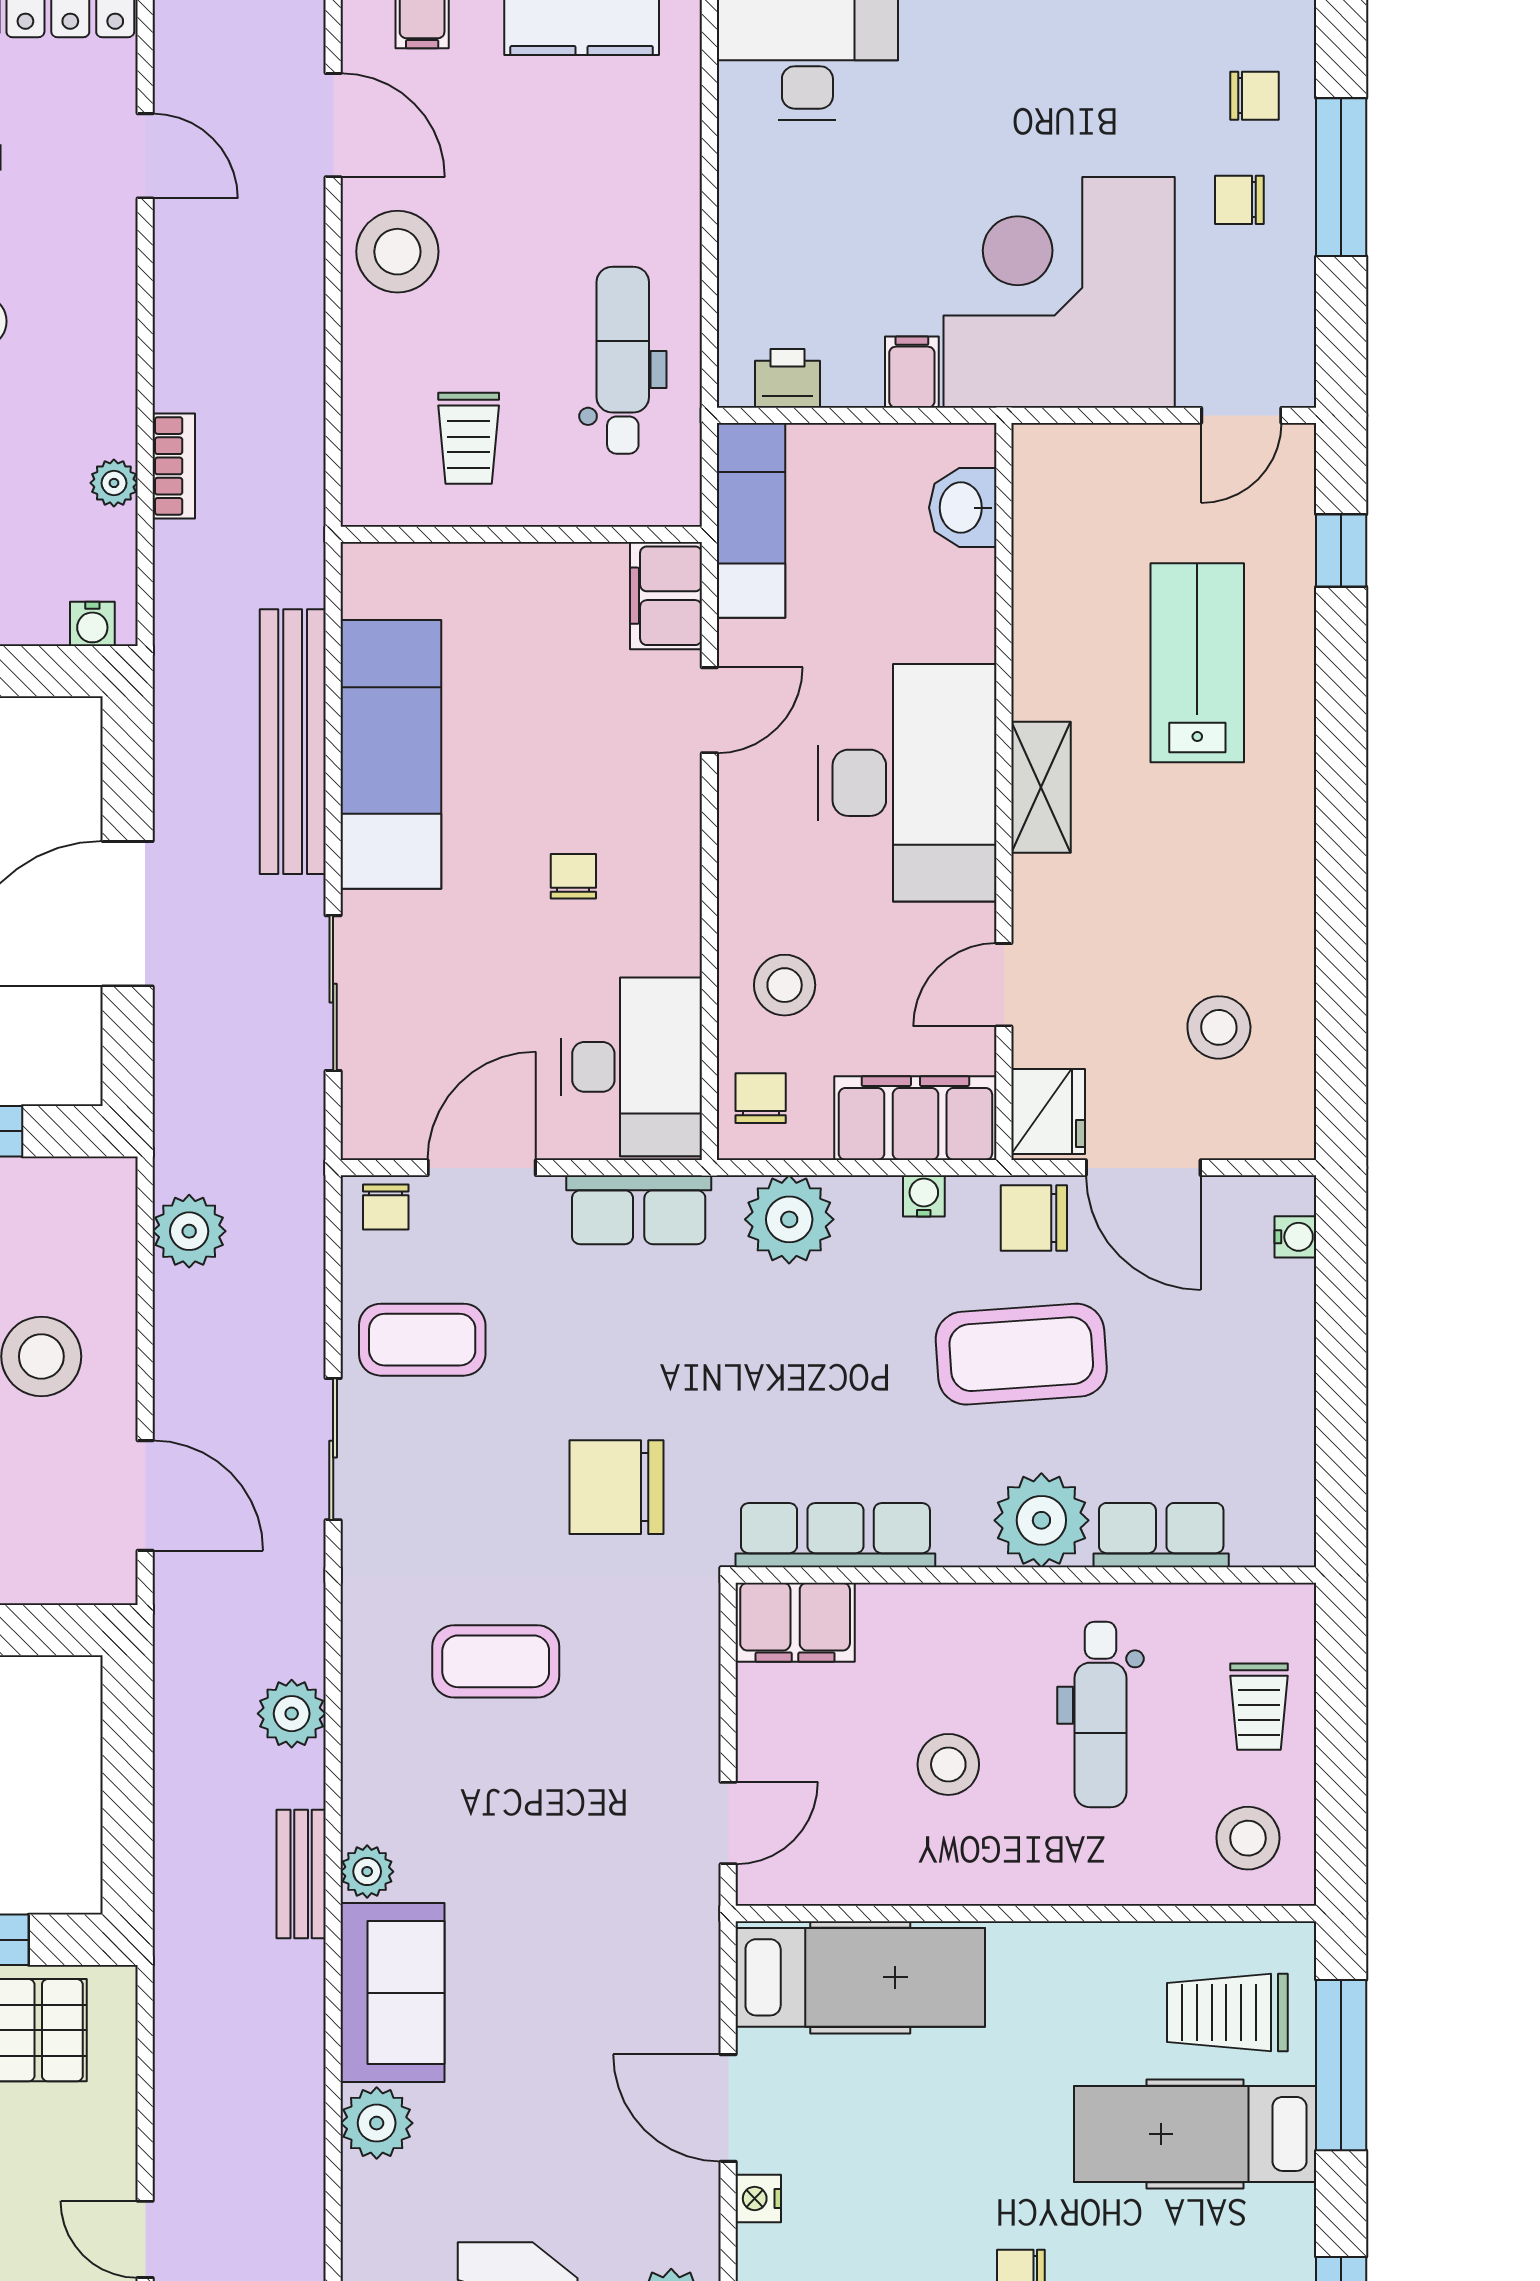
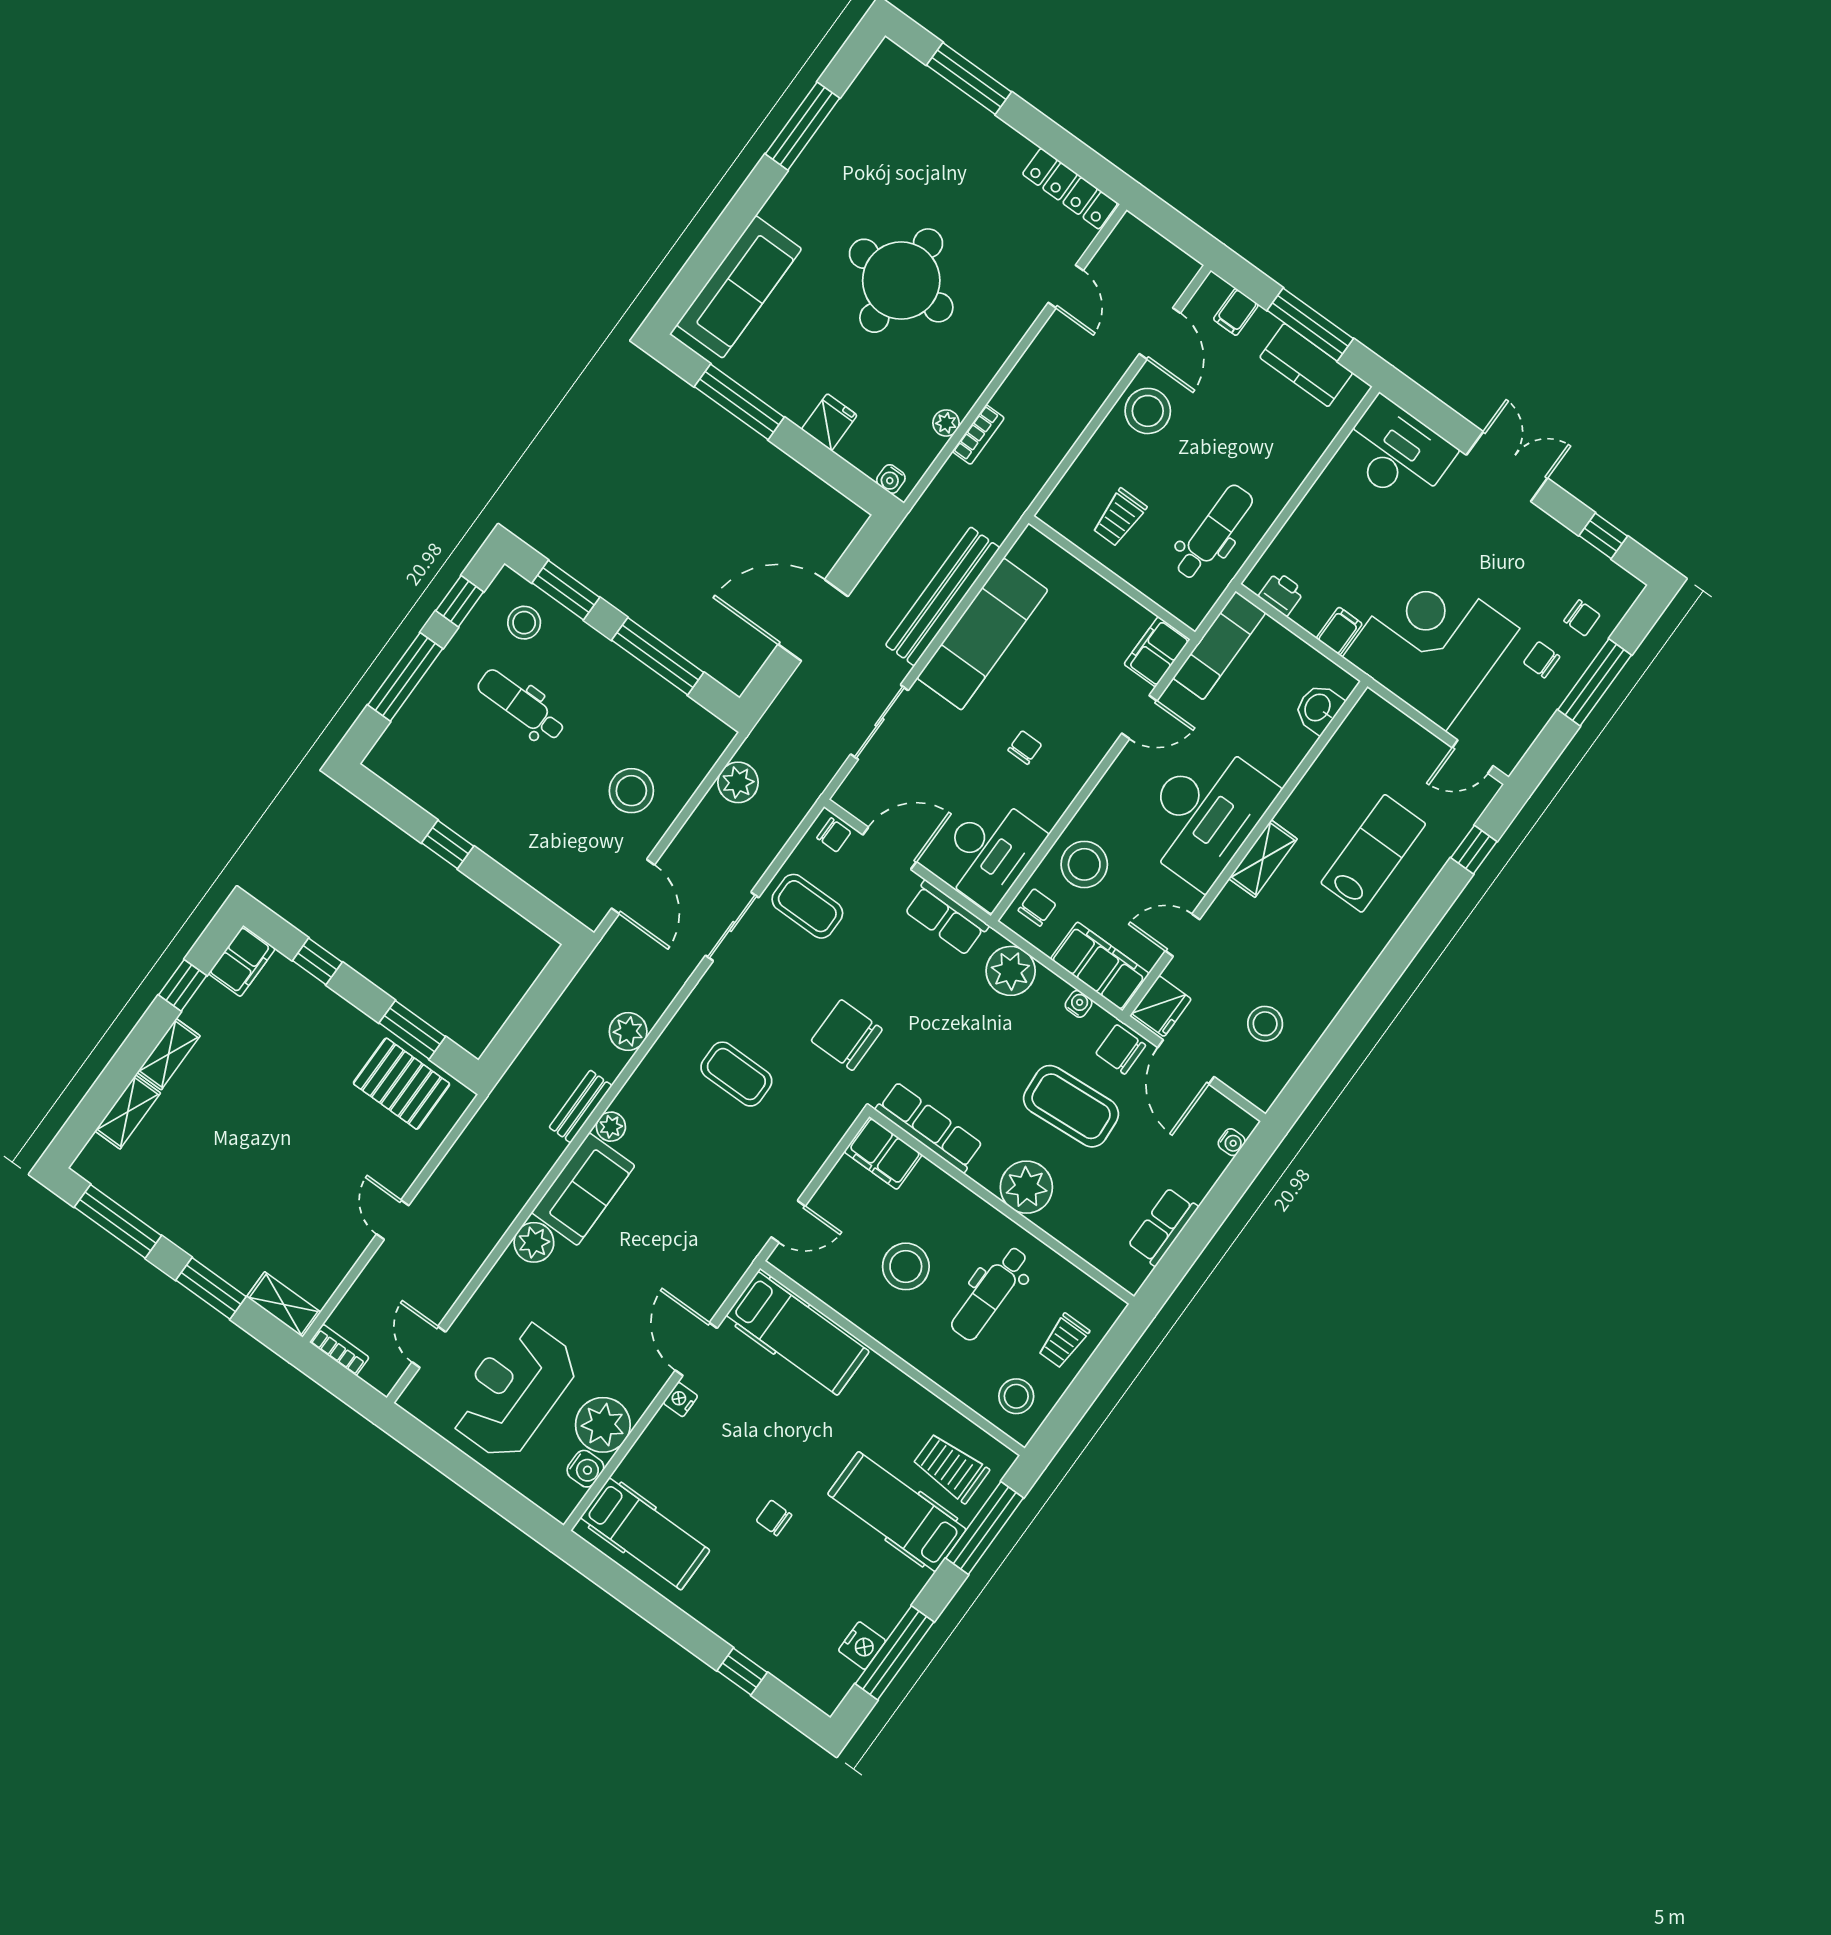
stool: (785, 985) -> (1084, 864), width x1.38, depth x1.38
chair: (386, 1207) -> (834, 835), turned -90
row of seats: (1161, 1535) -> (1163, 1227), moved, turned -90
stool: (948, 1764) -> (906, 1266), width x1.38, depth x1.38

